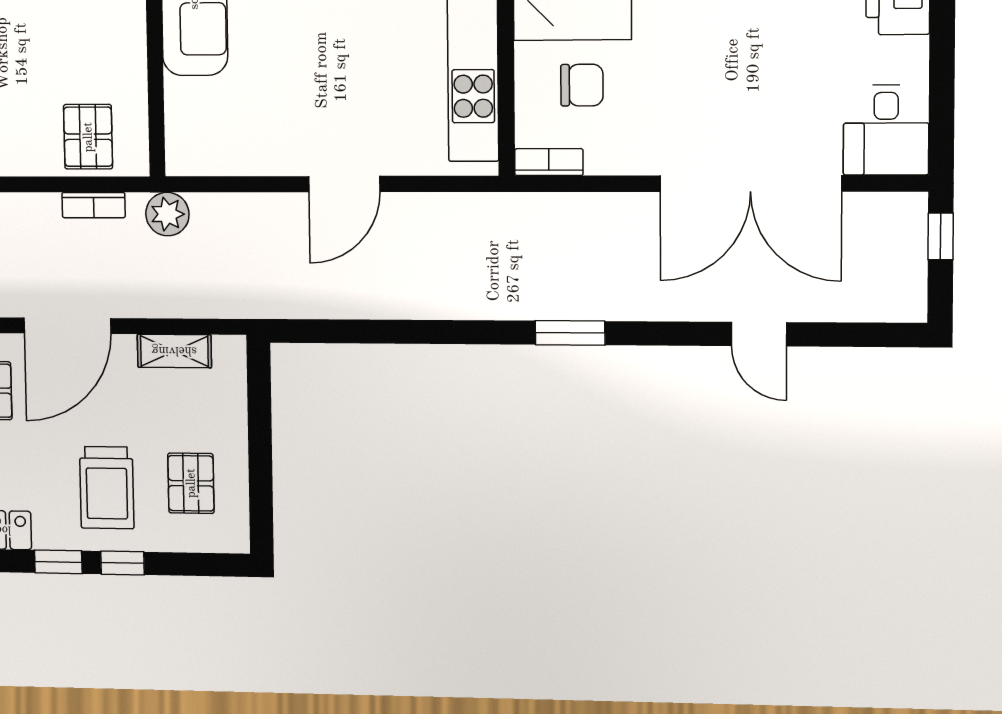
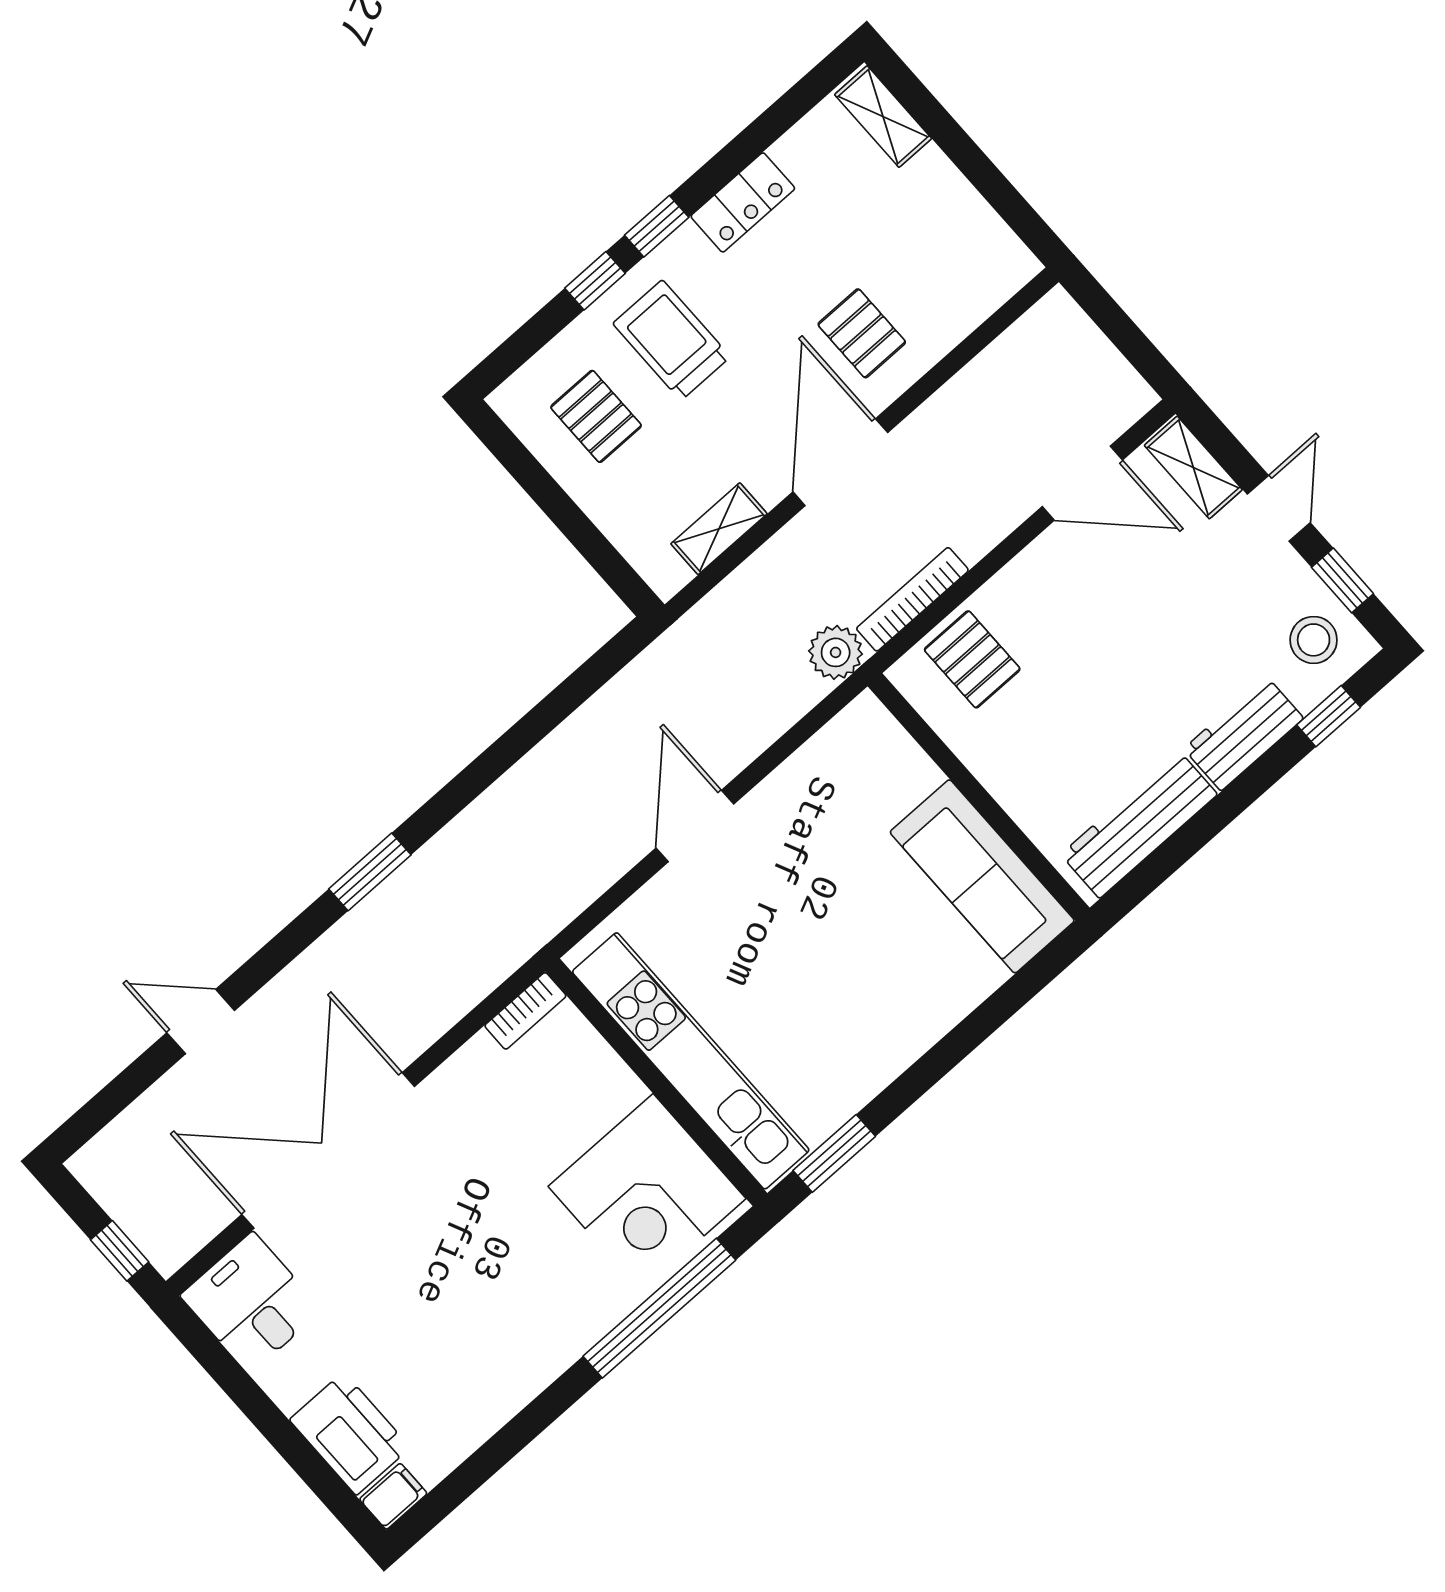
chair: (582, 85) -> (557, 1107), removed
bookcase: (94, 205) -> (912, 599), width x1.56

